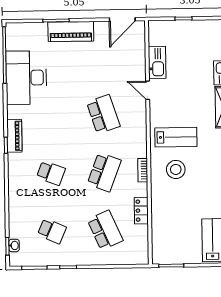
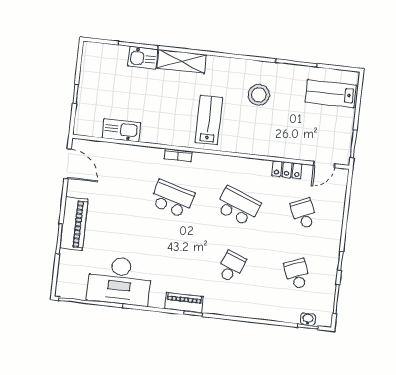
door: (148, 90) -> (324, 164), moved
school desk: (103, 114) -> (172, 199), turned 33
stool: (176, 169) -> (259, 95), moved
bookcase: (143, 170) -> (178, 155), moved
school desk: (105, 230) -> (304, 214), width x0.54
school desk: (52, 231) -> (297, 274), turned -45

